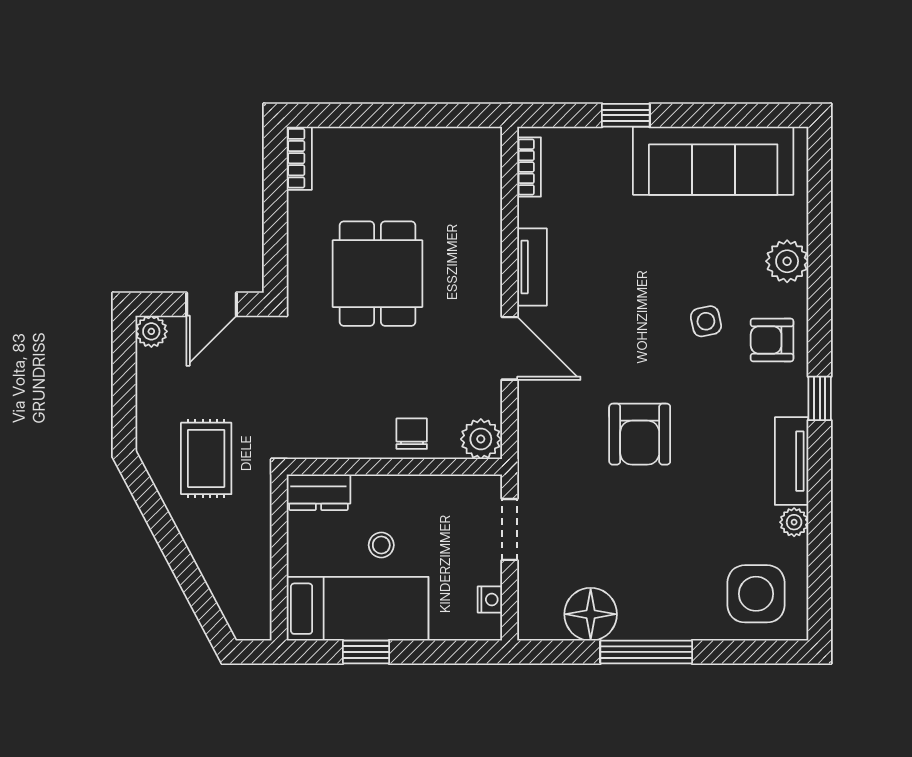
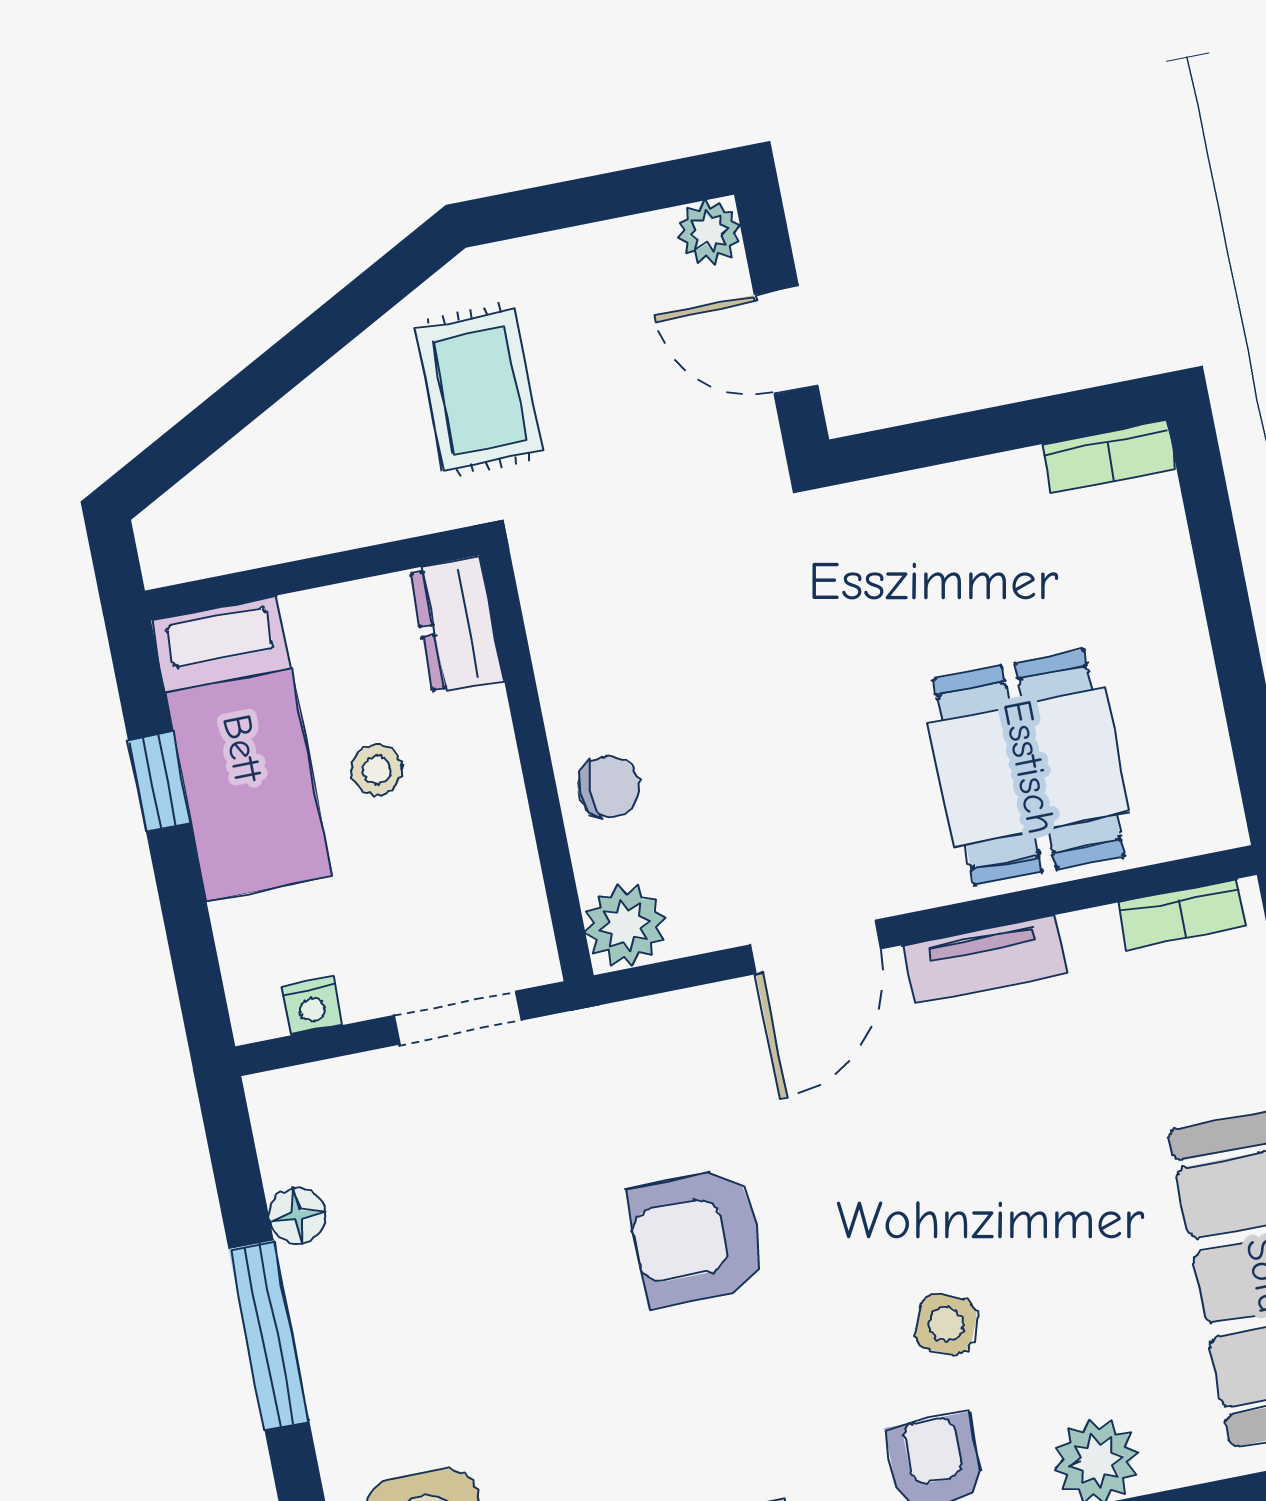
dining table: (377, 274) -> (1029, 767), moved, turned 90
side table: (706, 321) -> (946, 1324), turned 34
rug: (206, 458) -> (479, 390), turned 90
floor lamp: (591, 614) -> (297, 1216), width x0.53, depth x0.53

